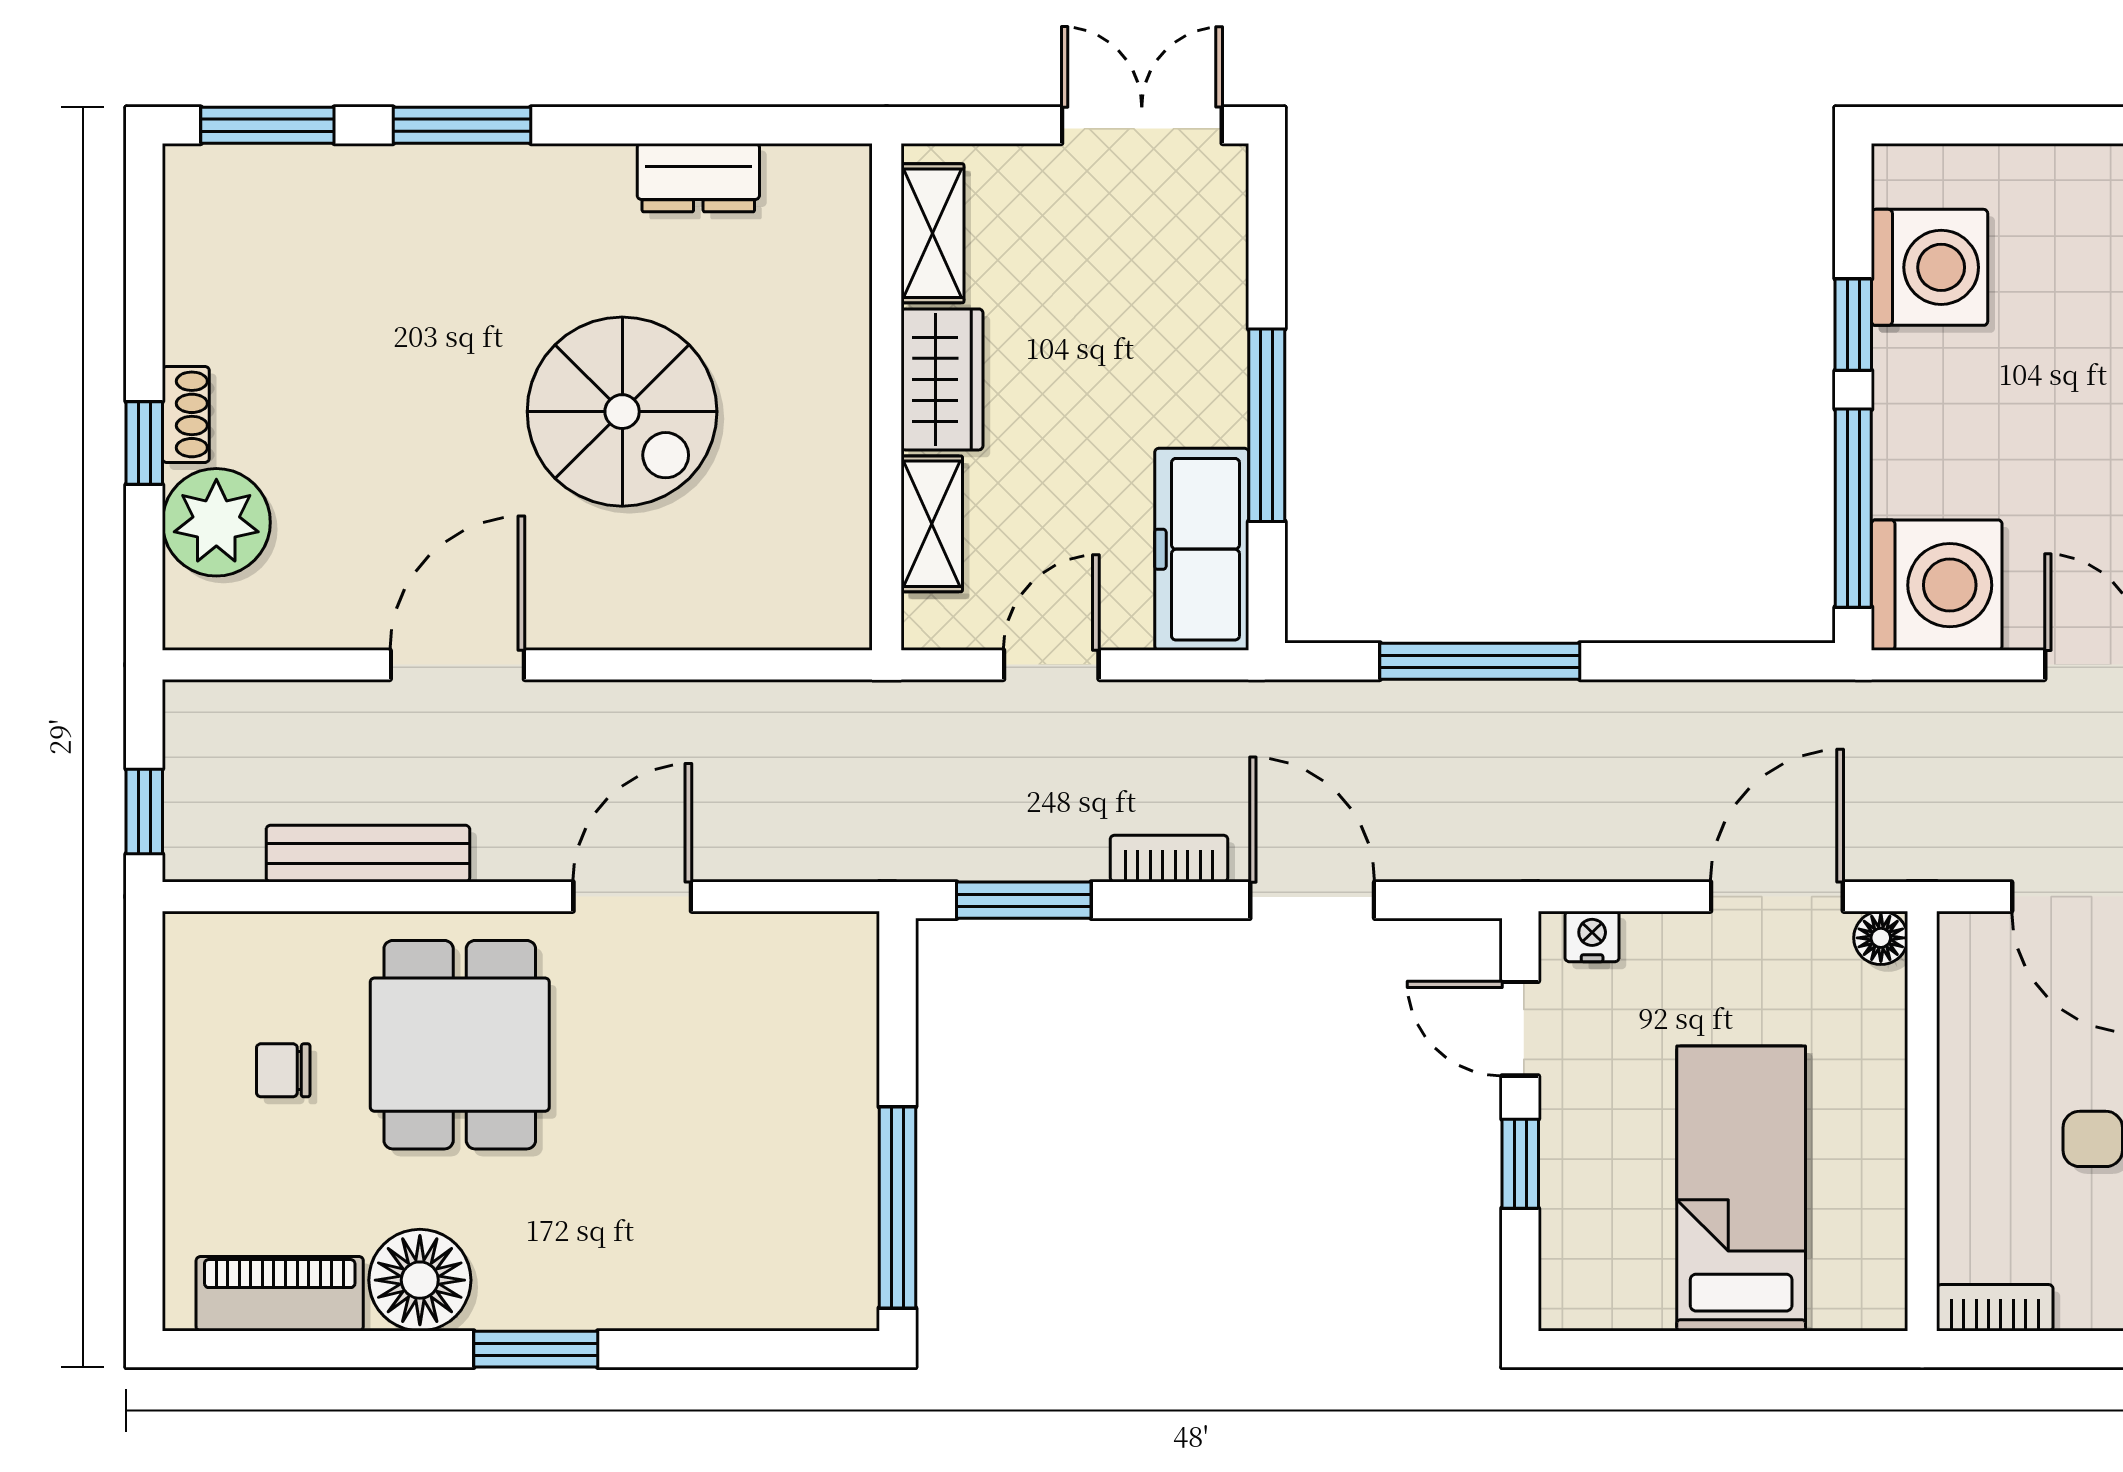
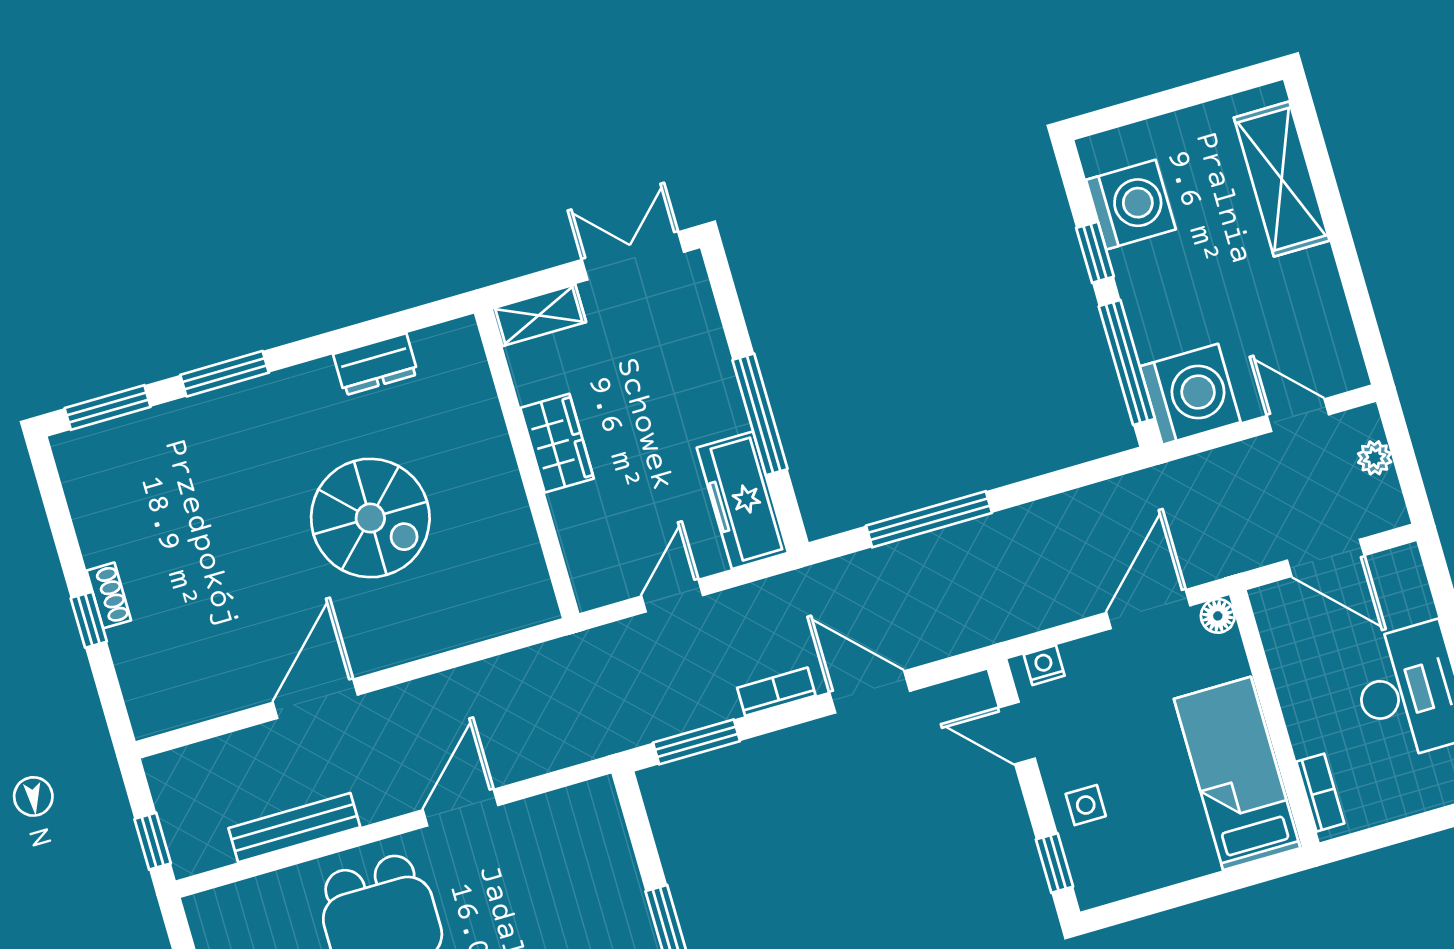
shelving: (932, 233) -> (539, 315), moved, turned 90
plant: (216, 522) -> (146, 655), removed
shelving: (932, 524) -> (576, 532), removed
window: (1520, 1164) -> (1054, 863), moved
side table: (1594, 1170) -> (1086, 805), added
bed: (1741, 1188) -> (1237, 773), moved
bookcase: (1995, 1308) -> (1320, 793), moved, turned 90

